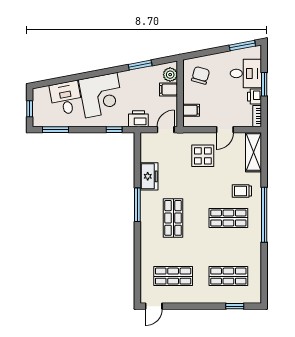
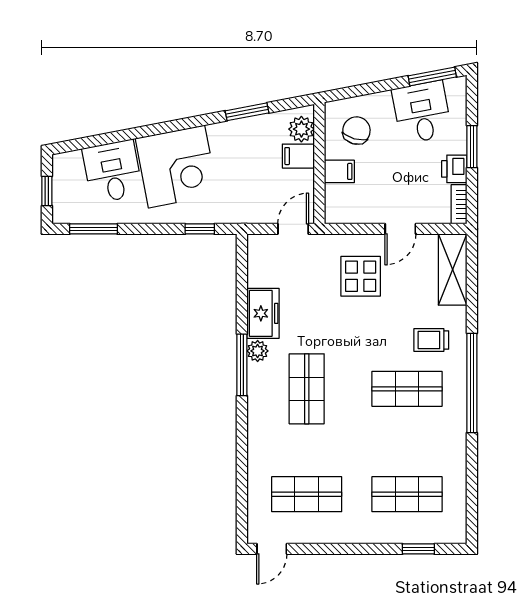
desk: (246, 73) -> (422, 112), moved, turned -101
filing cabinet: (191, 110) -> (339, 171), moved
printer: (138, 119) -> (244, 209), removed
plant: (146, 197) -> (258, 351), added

